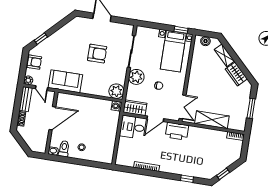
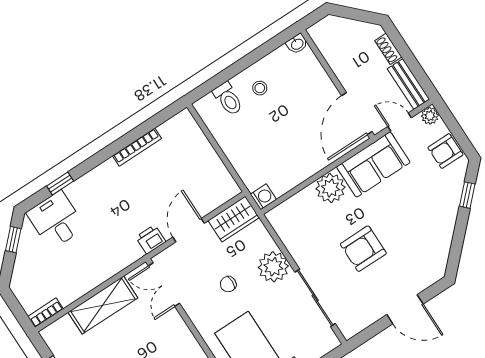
plant: (116, 91) -> (330, 188), moved
door: (52, 118) -> (357, 114), moved
desk: (132, 127) -> (56, 220), moved, turned -90
printer: (177, 131) -> (151, 239), width x0.53, depth x0.68
toilet: (64, 149) -> (228, 99), moved

